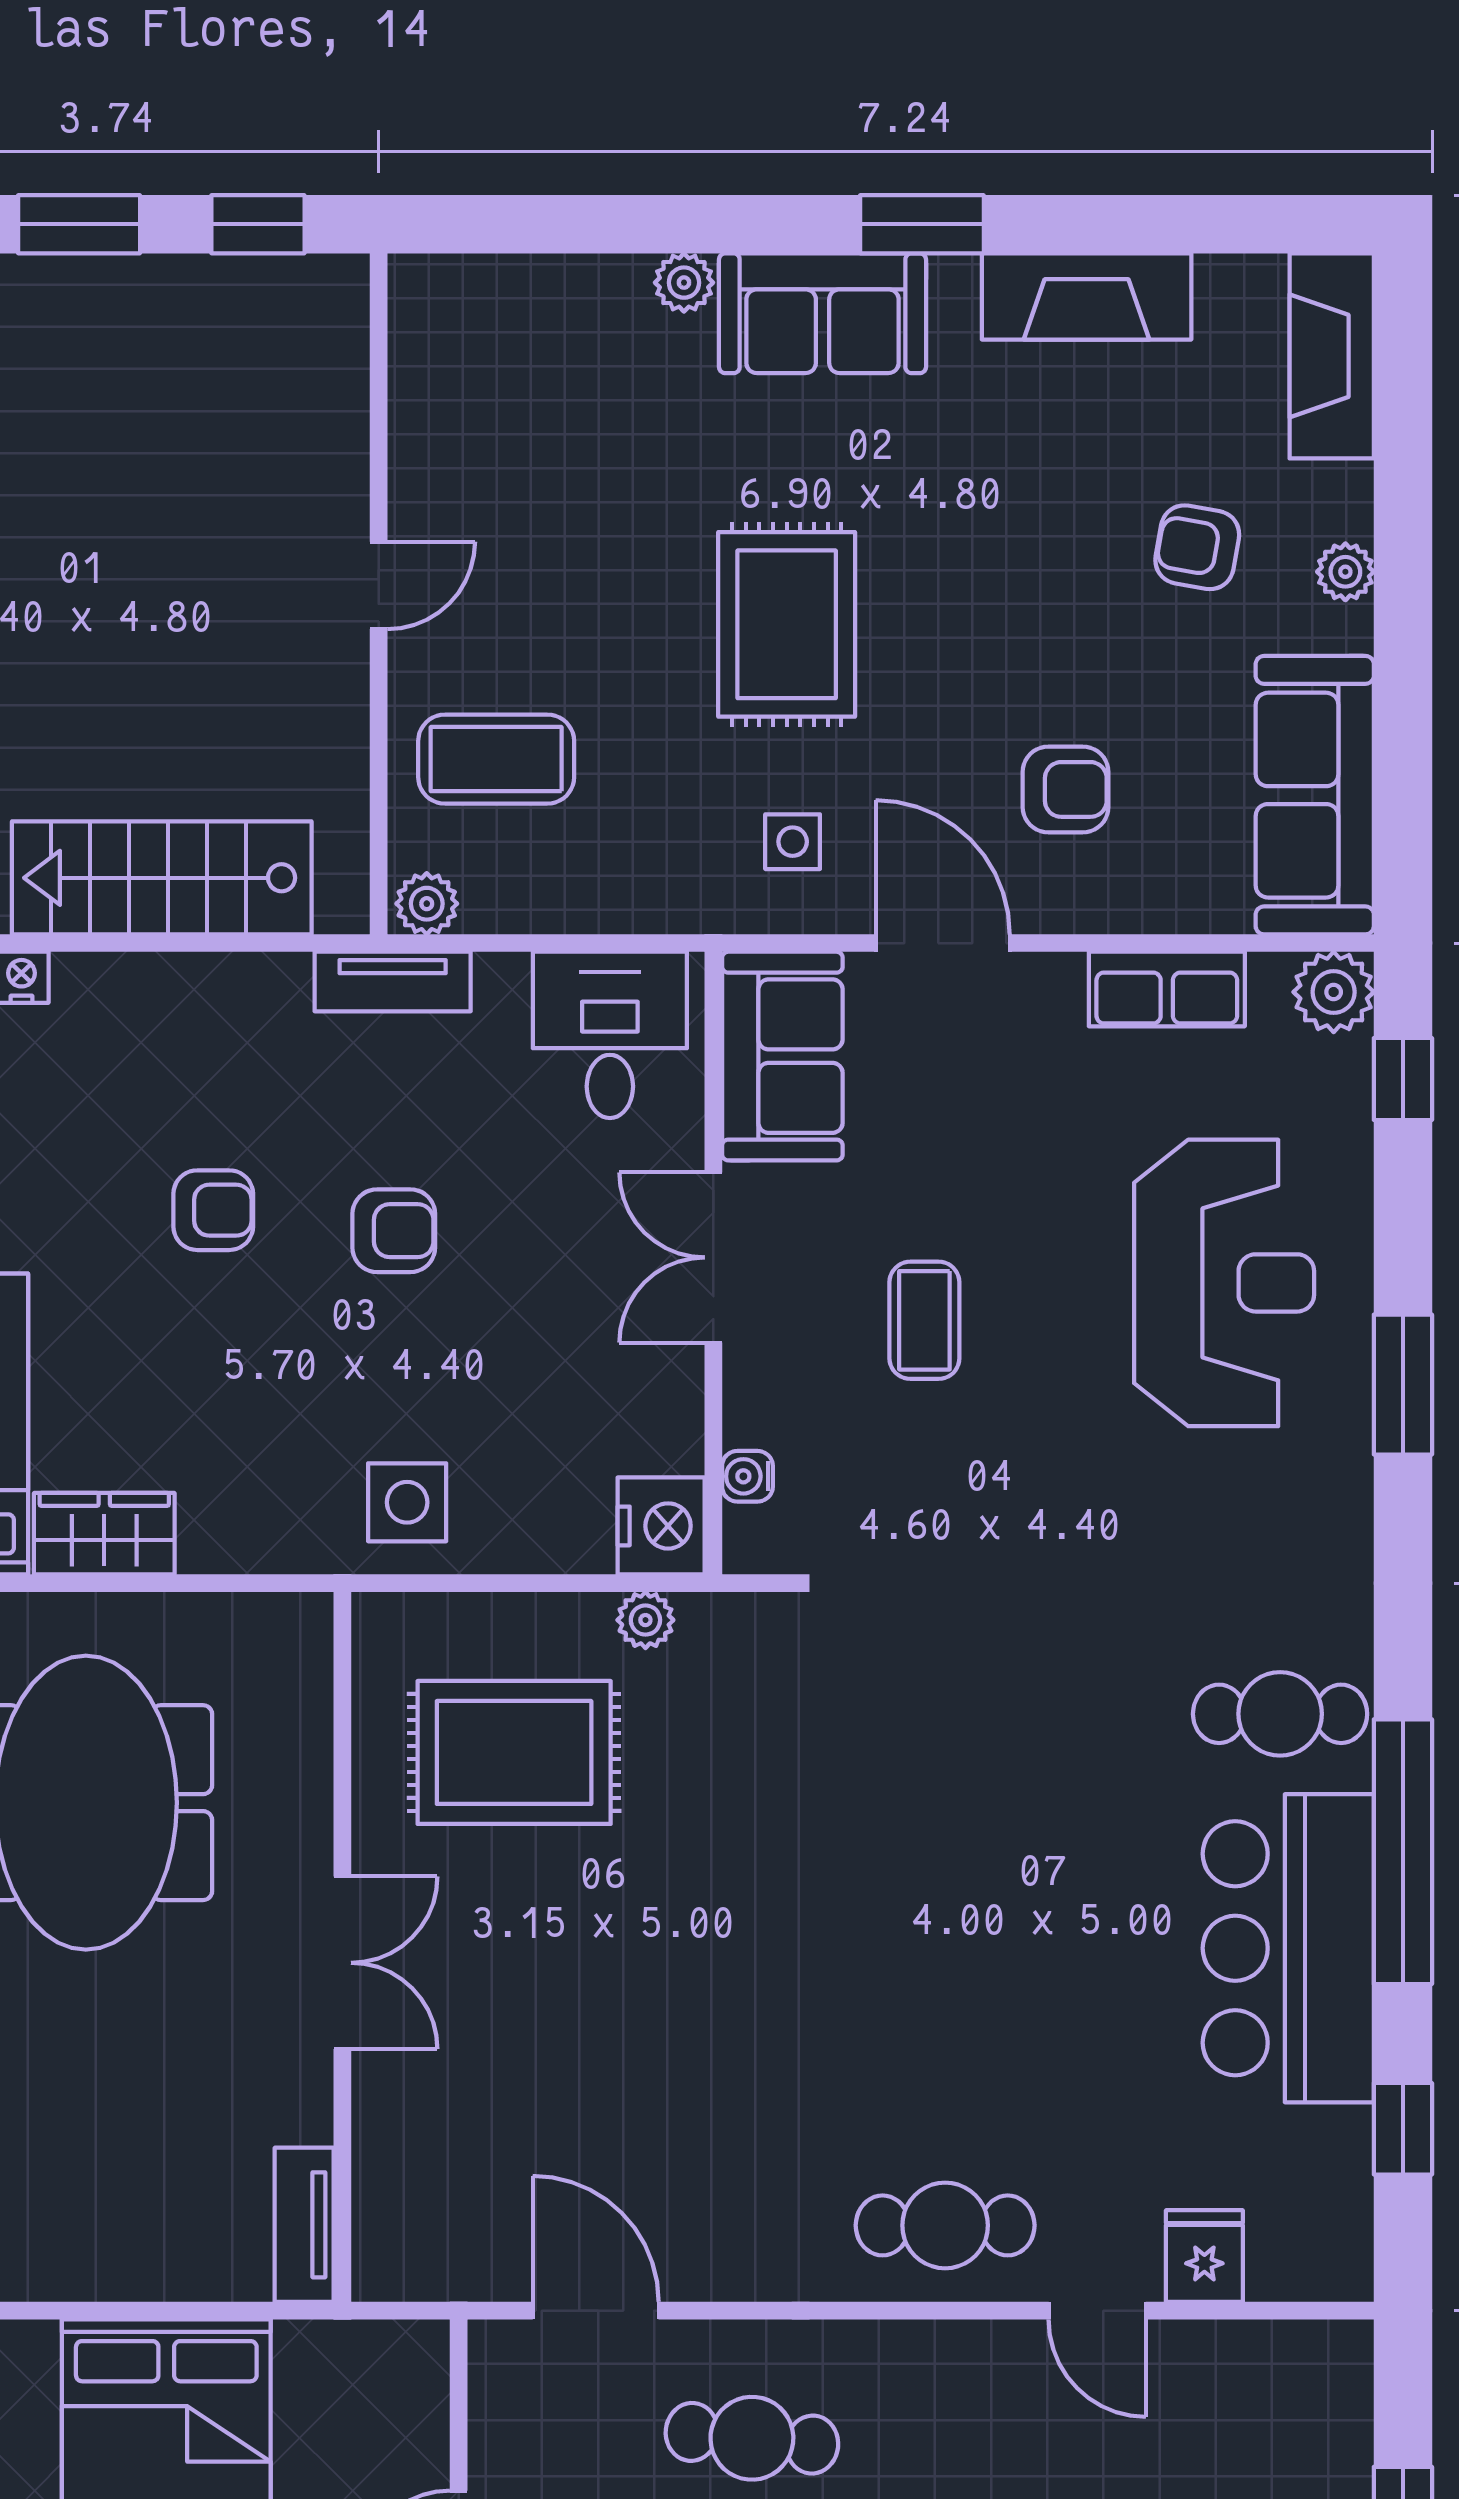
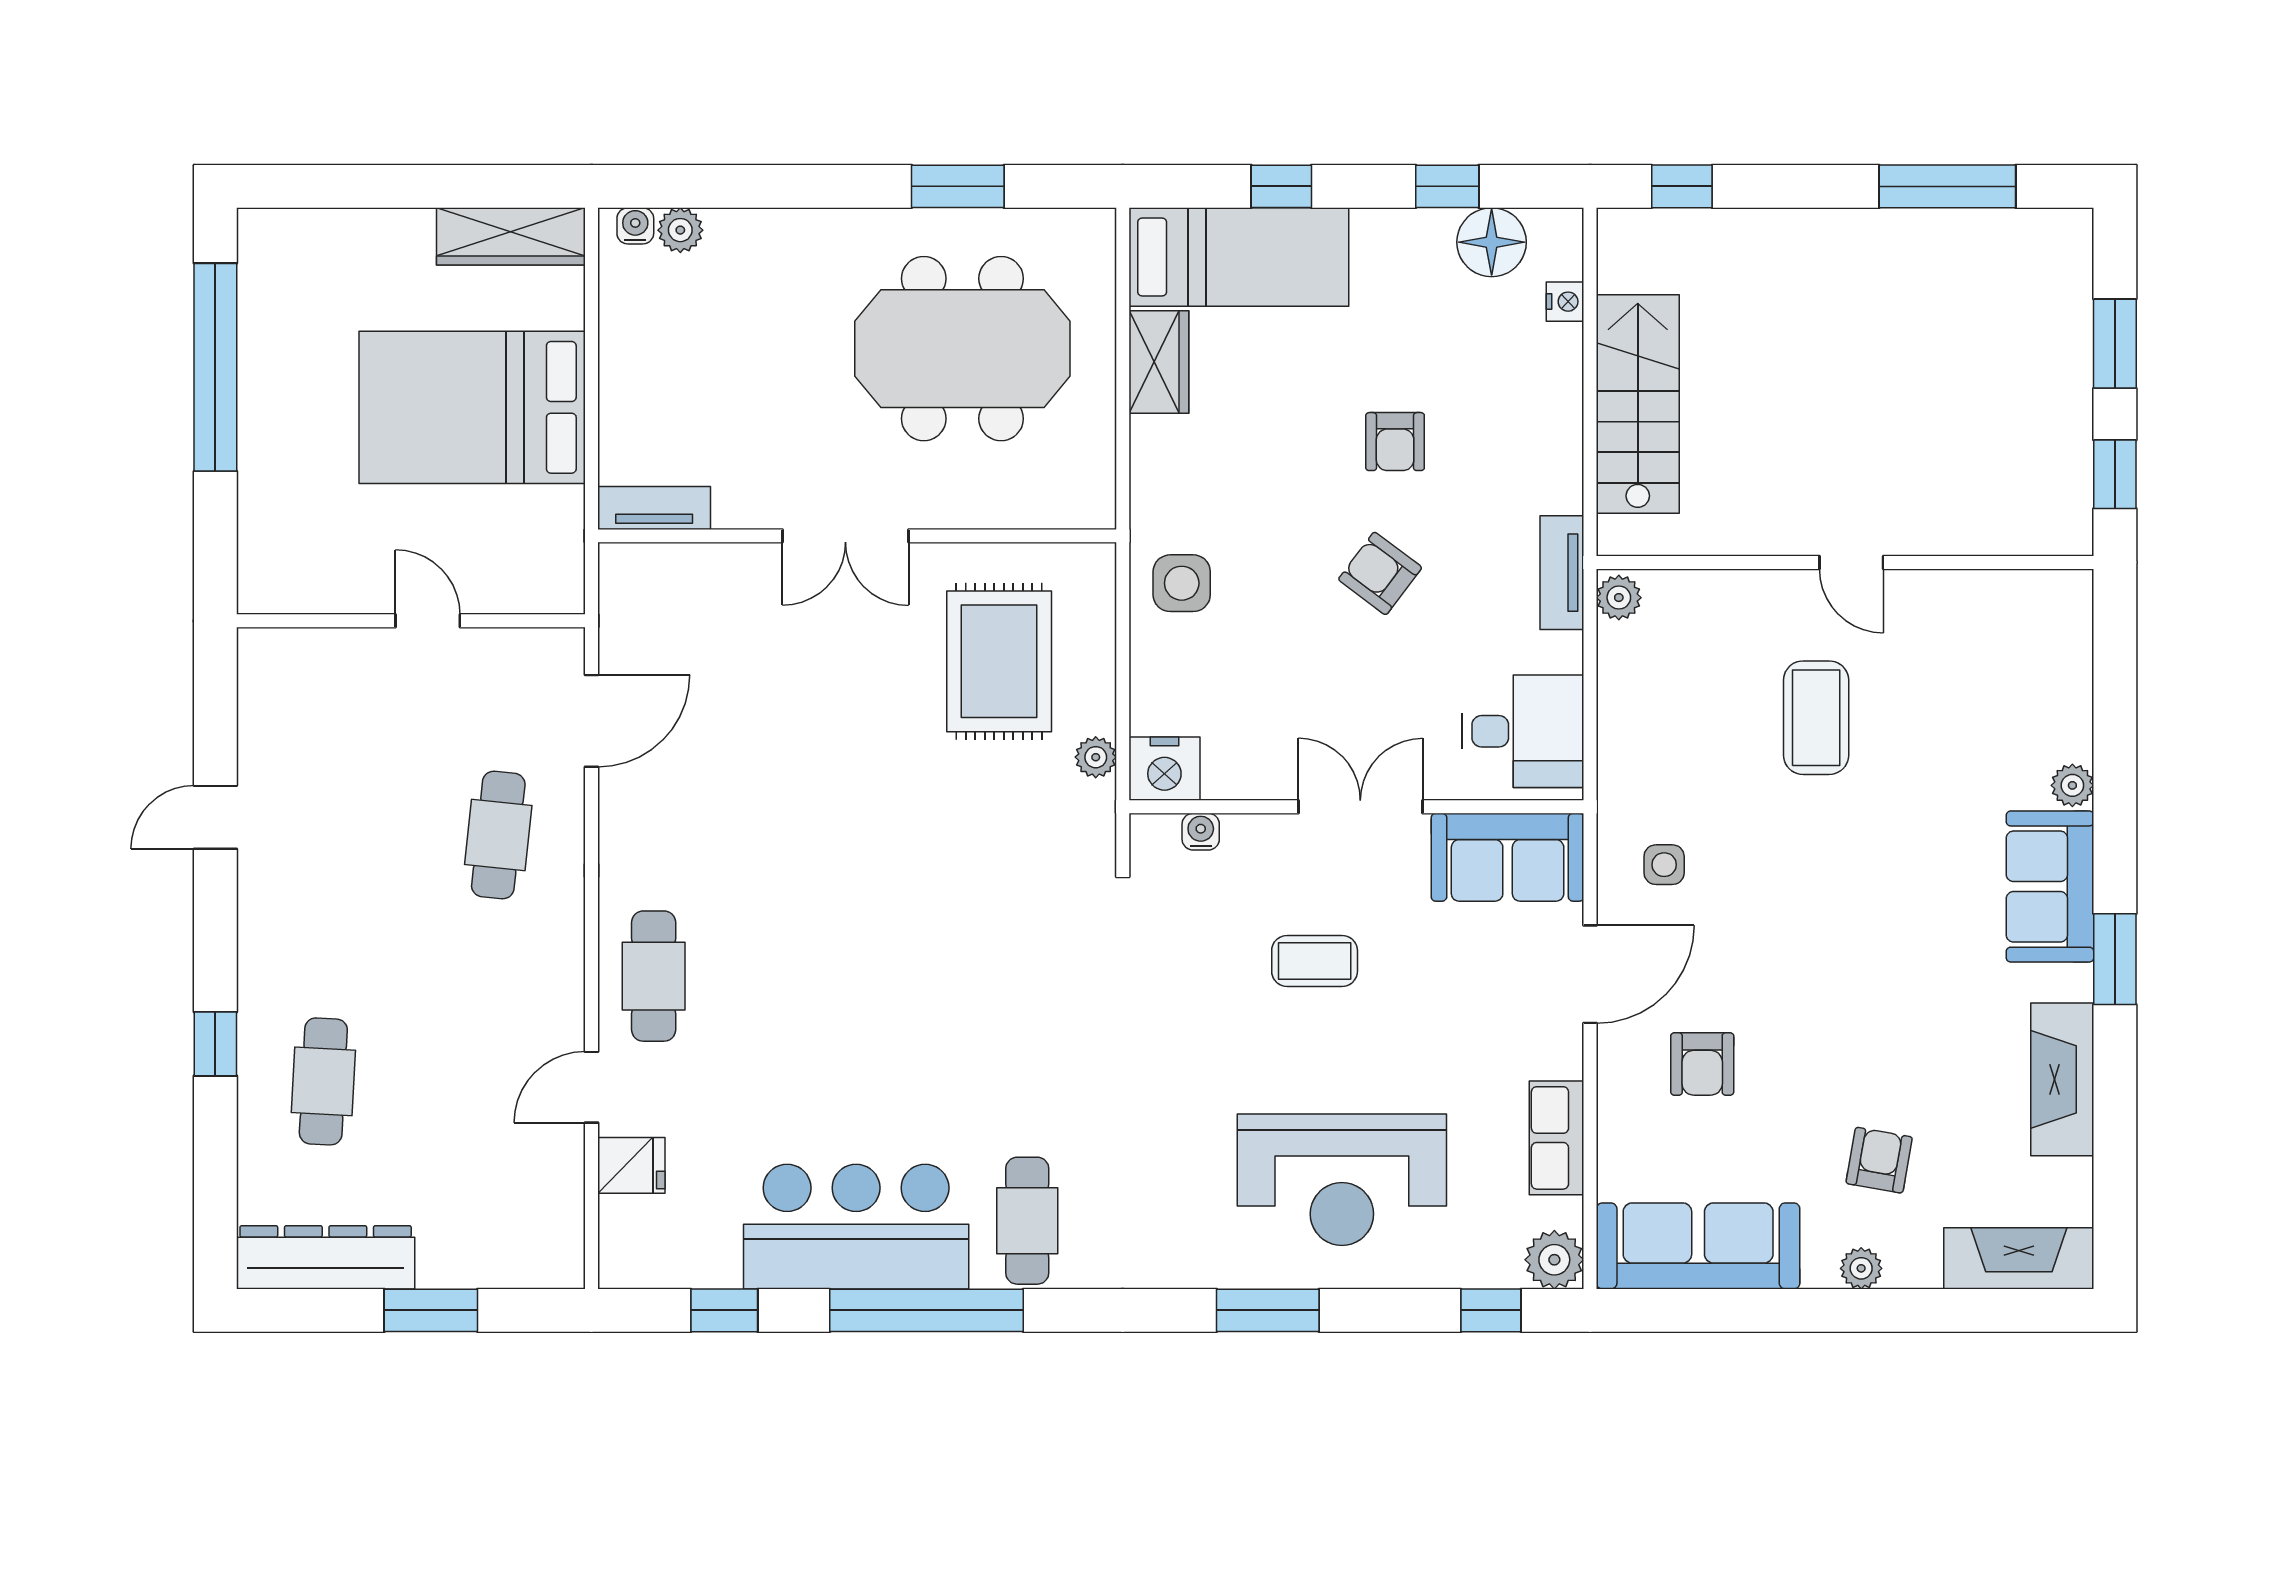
rug: (787, 624) -> (1823, 860), removed
coffee table: (496, 759) -> (1816, 718), moved
armchair: (394, 1231) -> (1380, 573), turned 127

